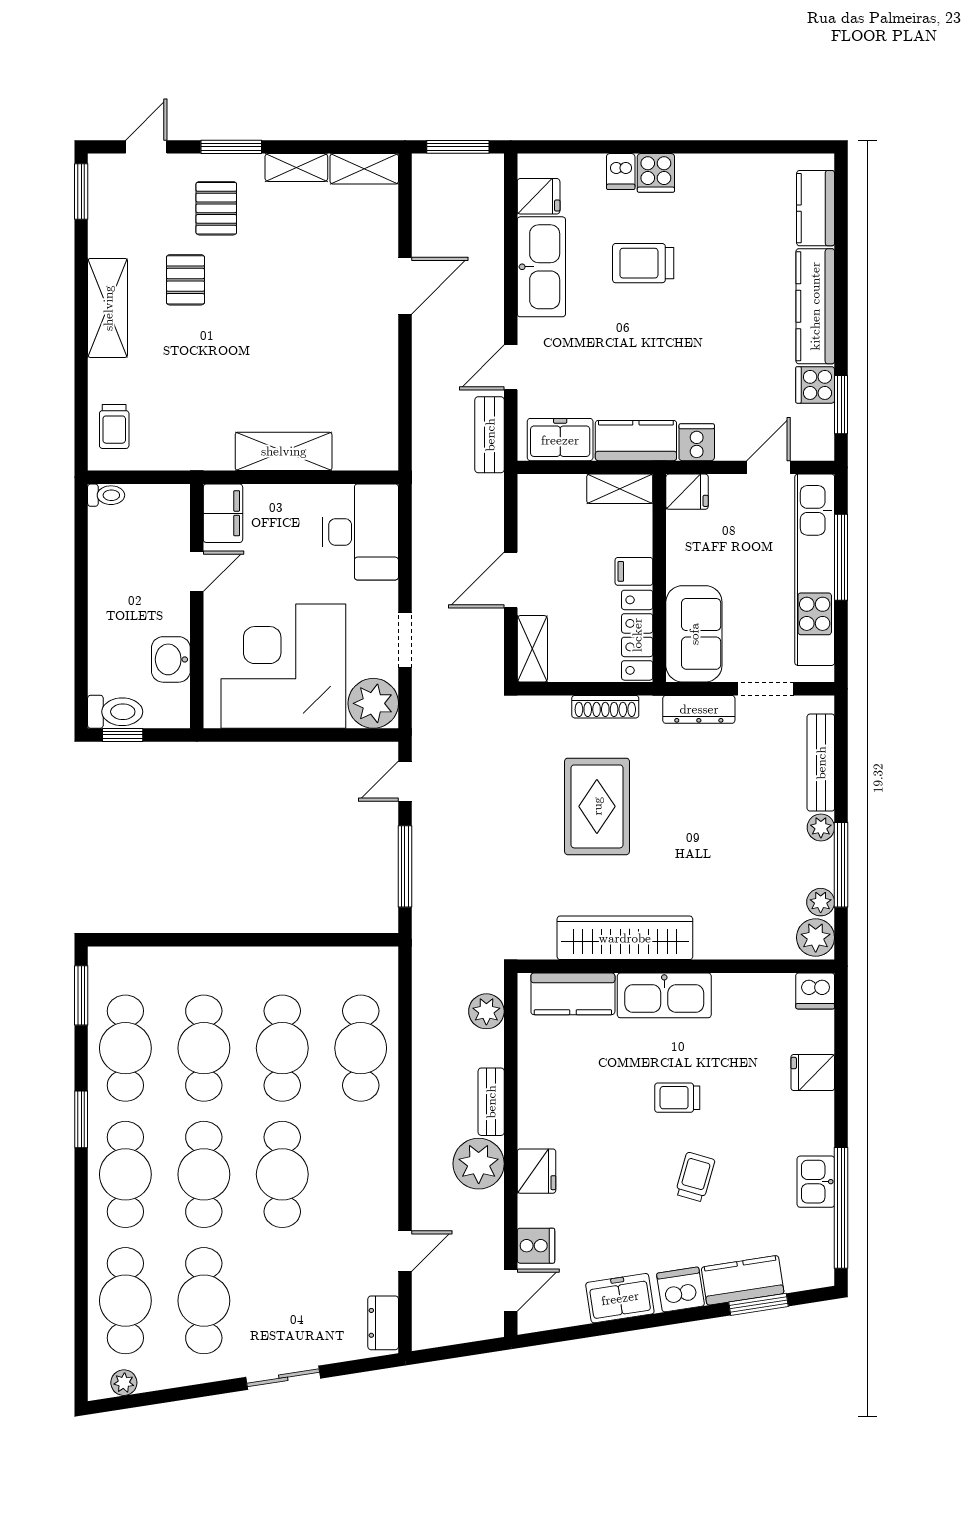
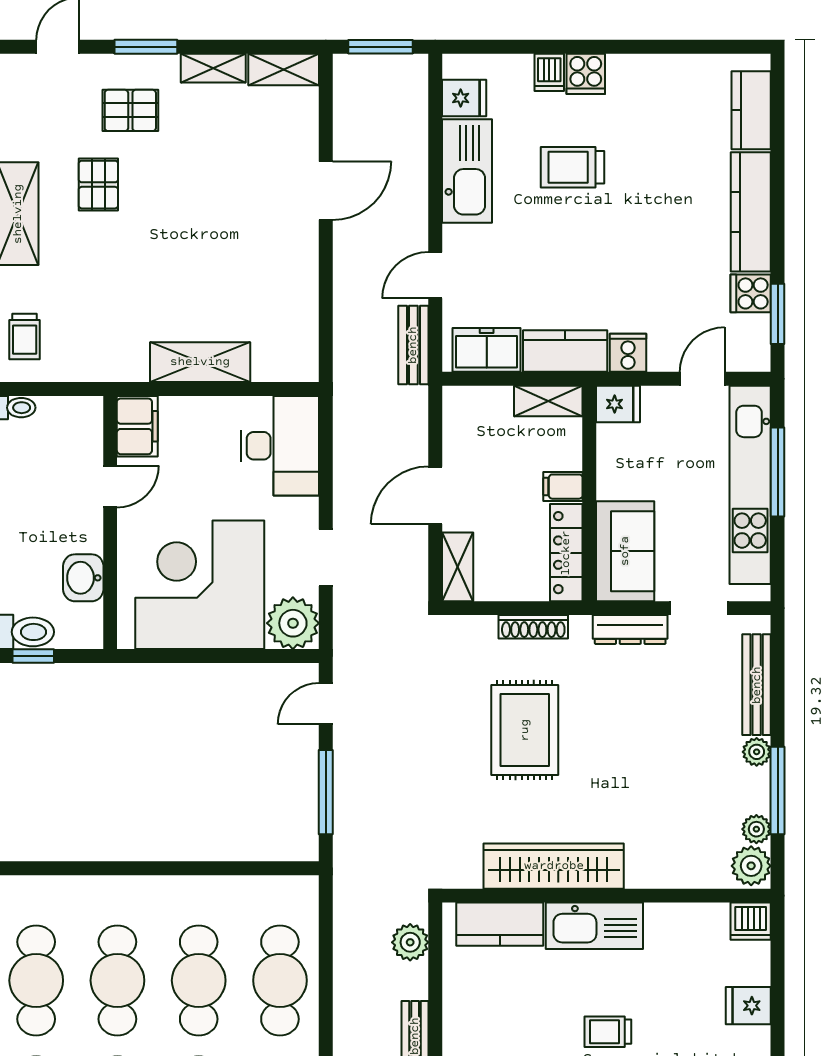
pallet: (216, 208) -> (130, 110), turned 90

